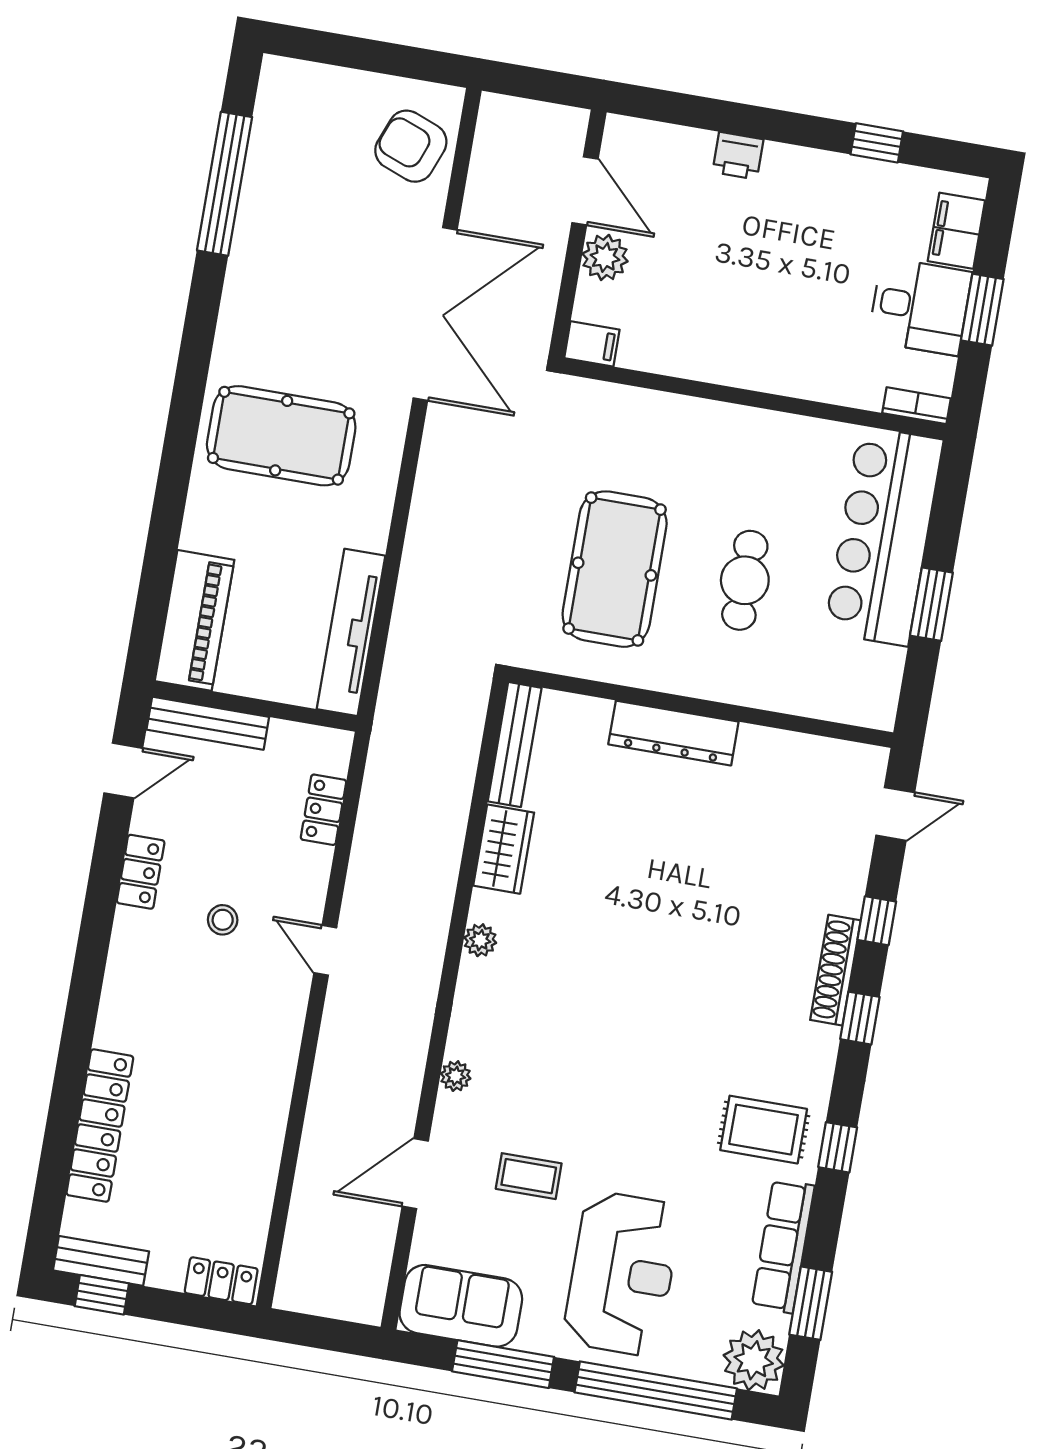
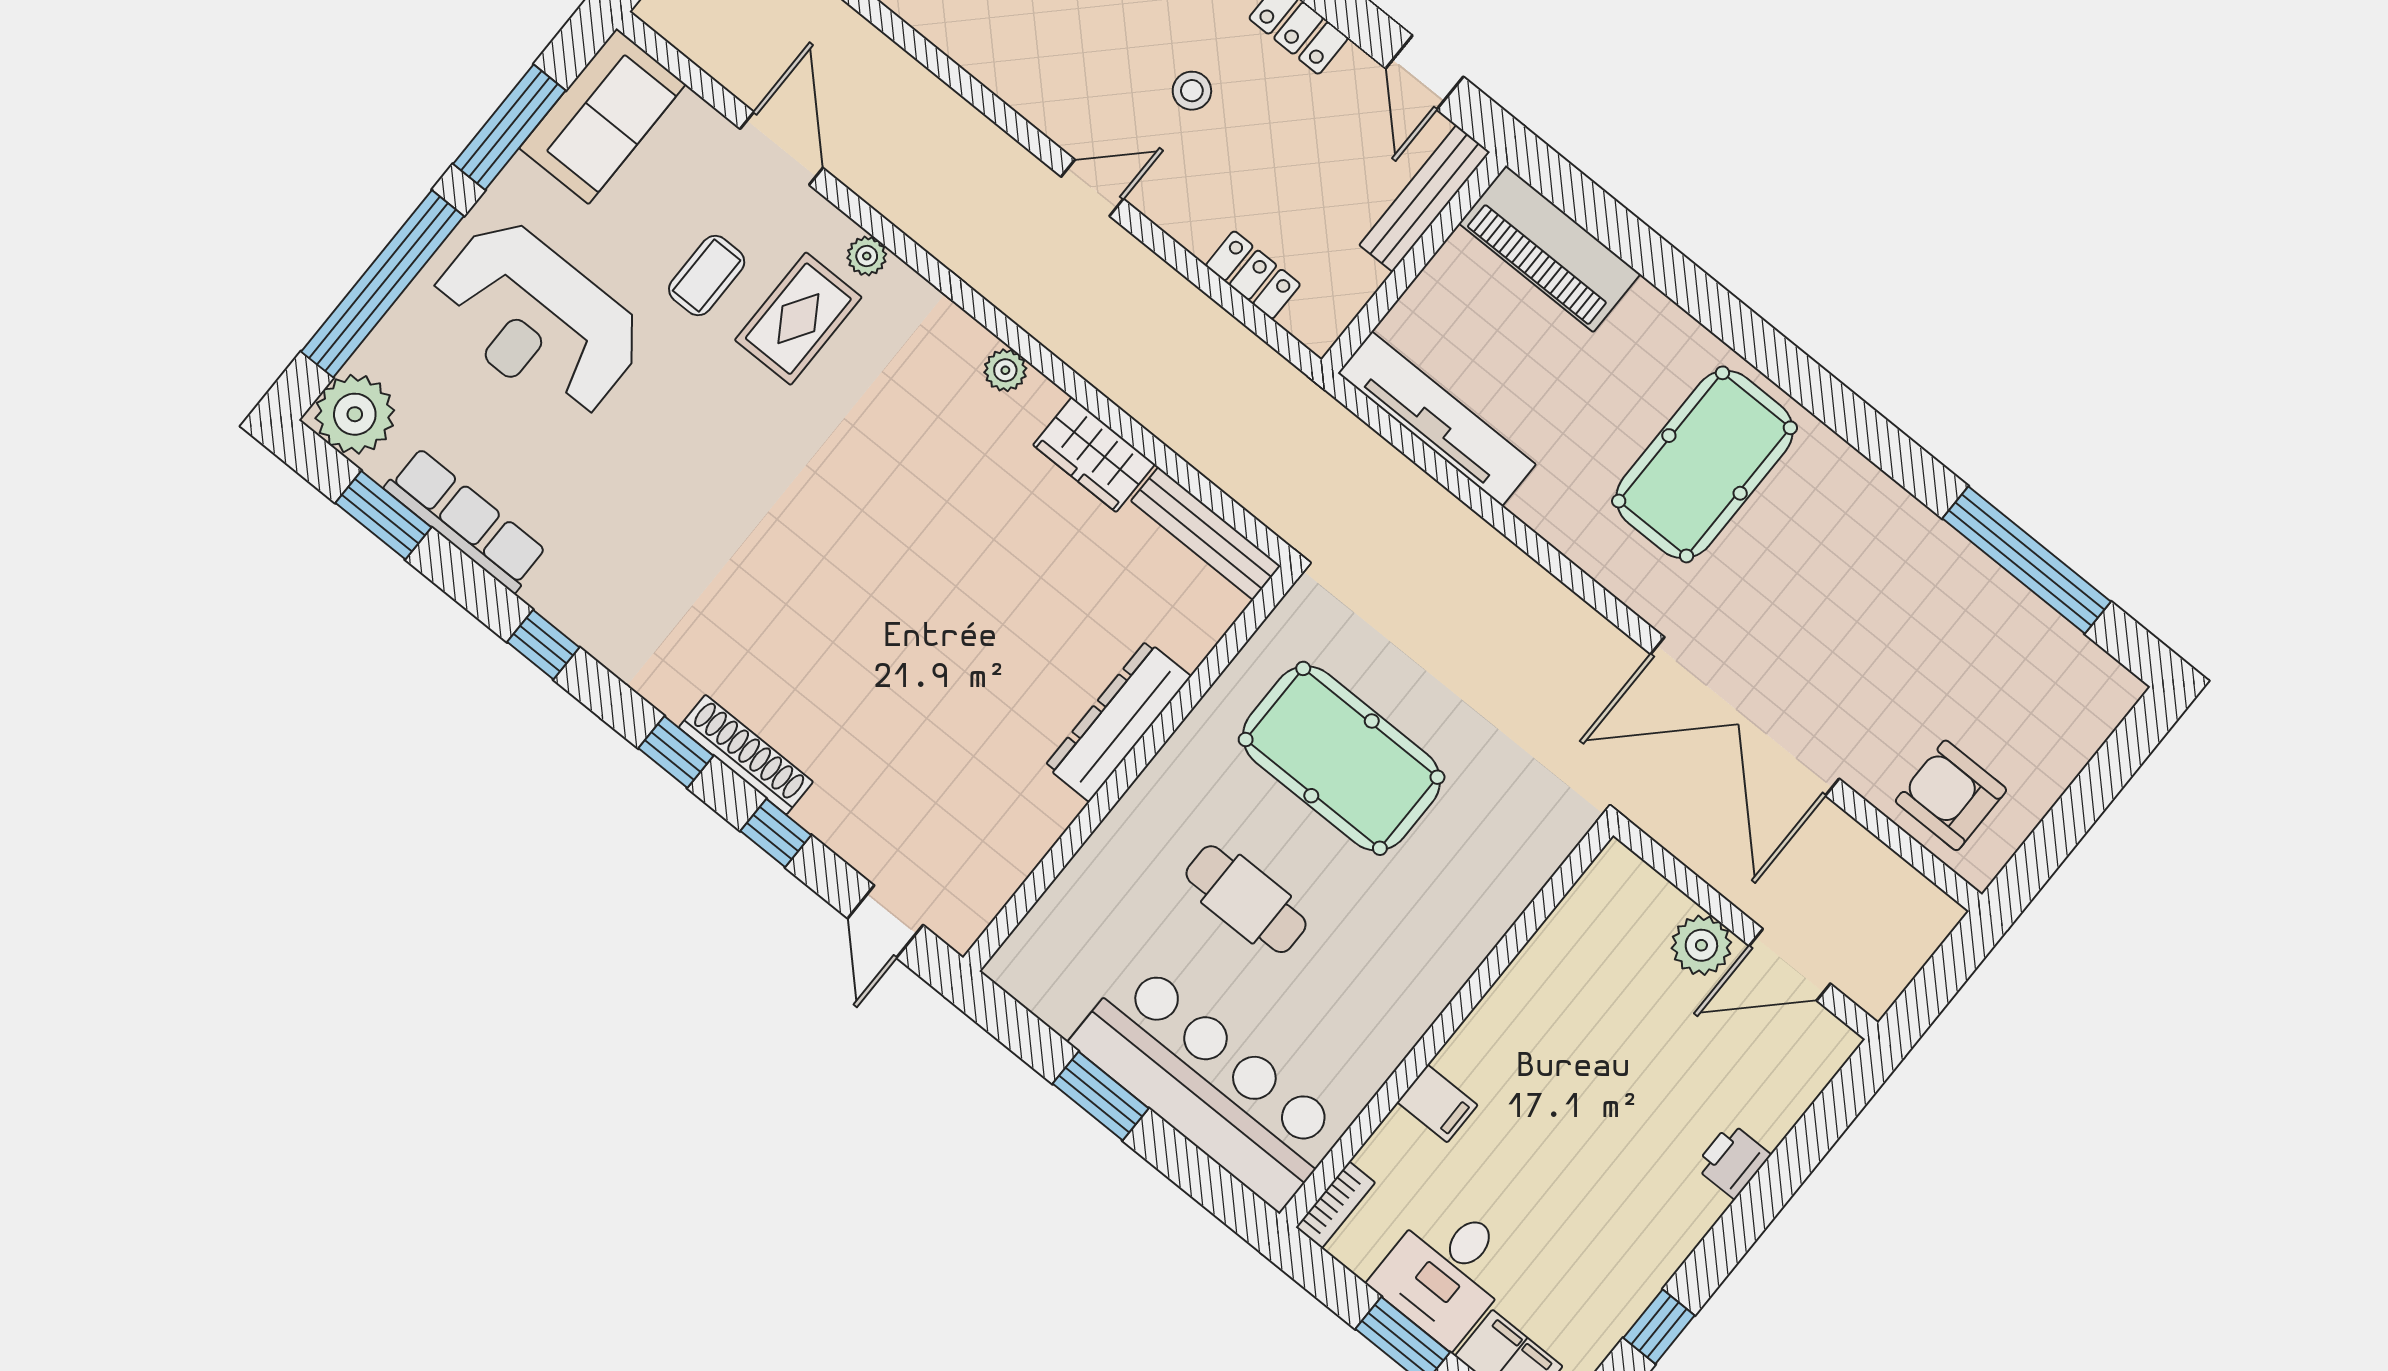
armchair: (411, 146) -> (1951, 795), turned -111
filing cabinet: (592, 344) -> (1437, 1104), moved, turned -90
rug: (764, 1130) -> (798, 319), moved

